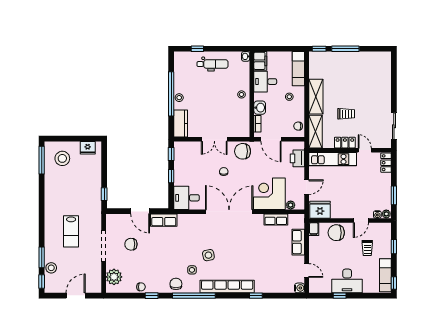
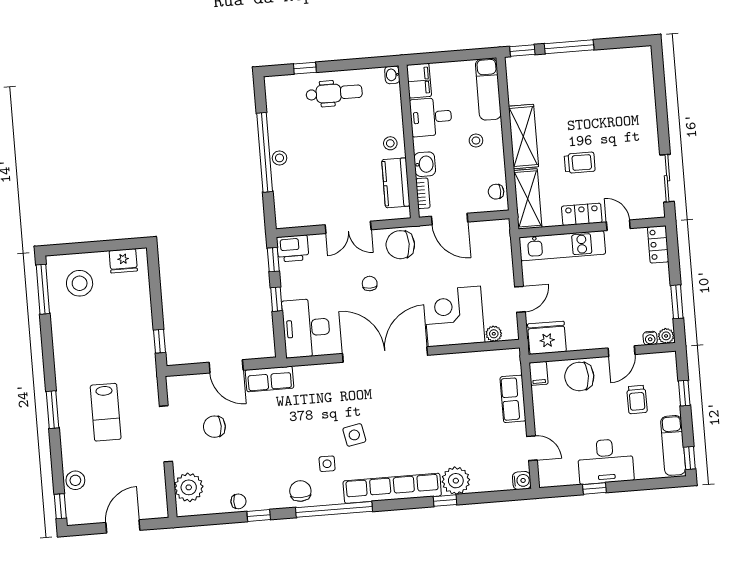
kitchen counter: (181, 124) -> (396, 183), moved, turned 180
printer: (297, 158) -> (293, 248), moved, turned -90
desk: (187, 198) -> (306, 328), width x1.37
row of seats: (276, 220) -> (469, 362), removed
window: (42, 257) -> (53, 410), moved
plant: (263, 285) -> (456, 481), added

